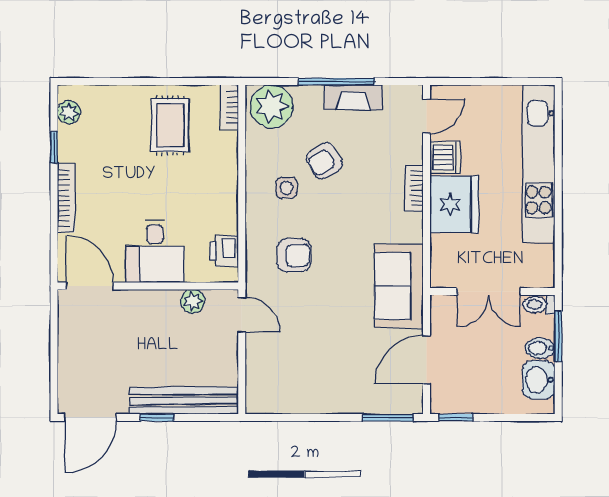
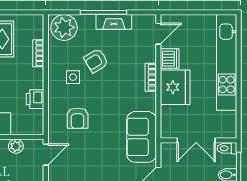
bookcase: (229, 107) -> (38, 53), moved
printer: (224, 251) -> (35, 99), moved
armchair: (294, 255) -> (78, 118), turned 90
door: (242, 315) -> (46, 154), hinge flipped

